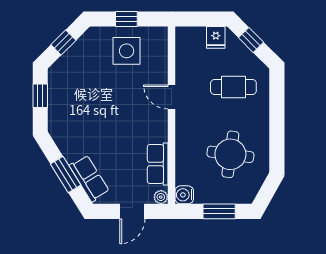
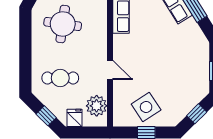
side table: (127, 51) -> (146, 107), turned -33
plant: (188, 52) -> (97, 106), added

